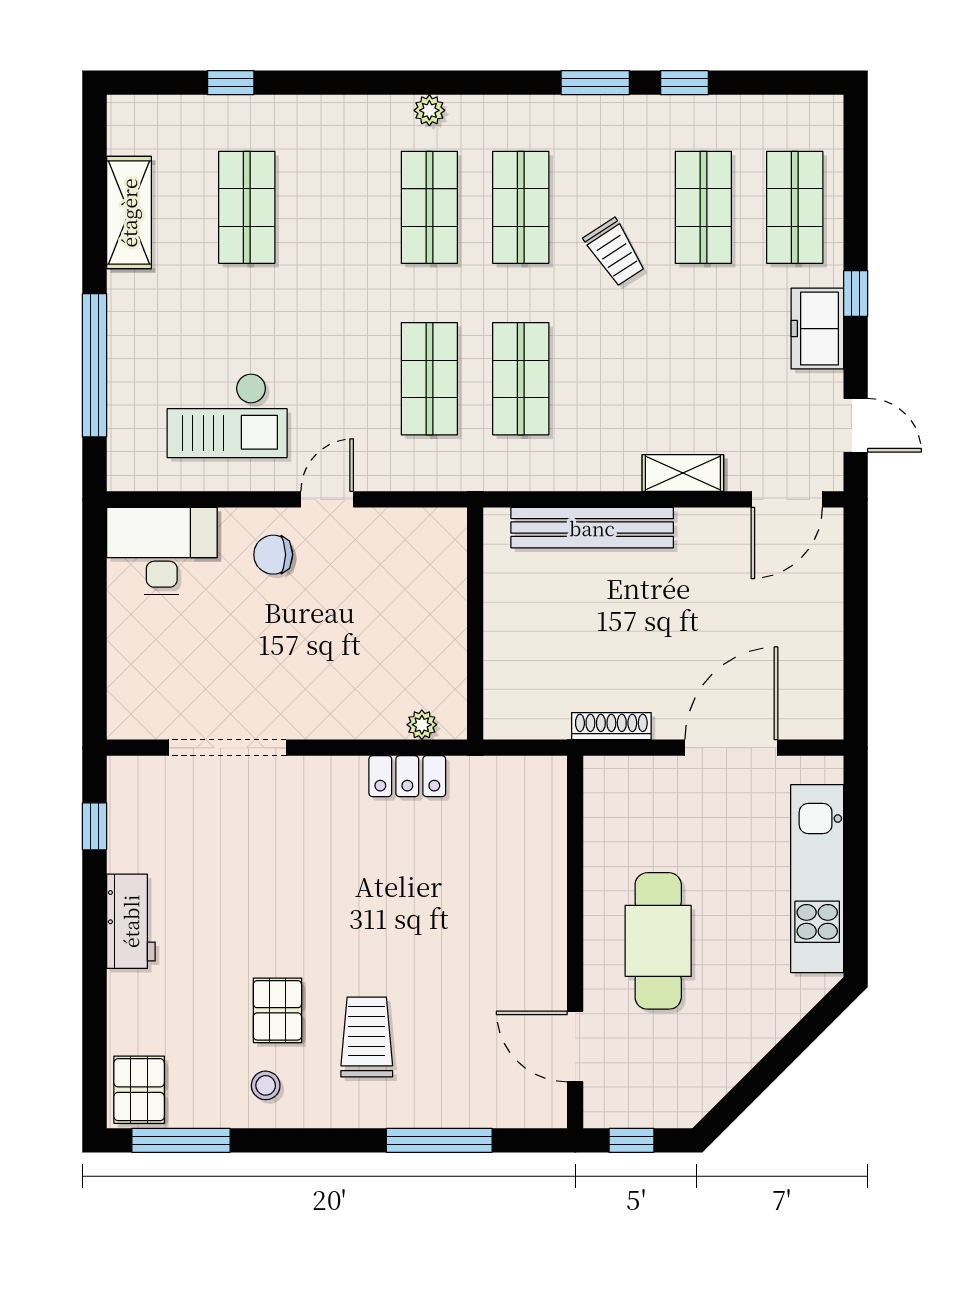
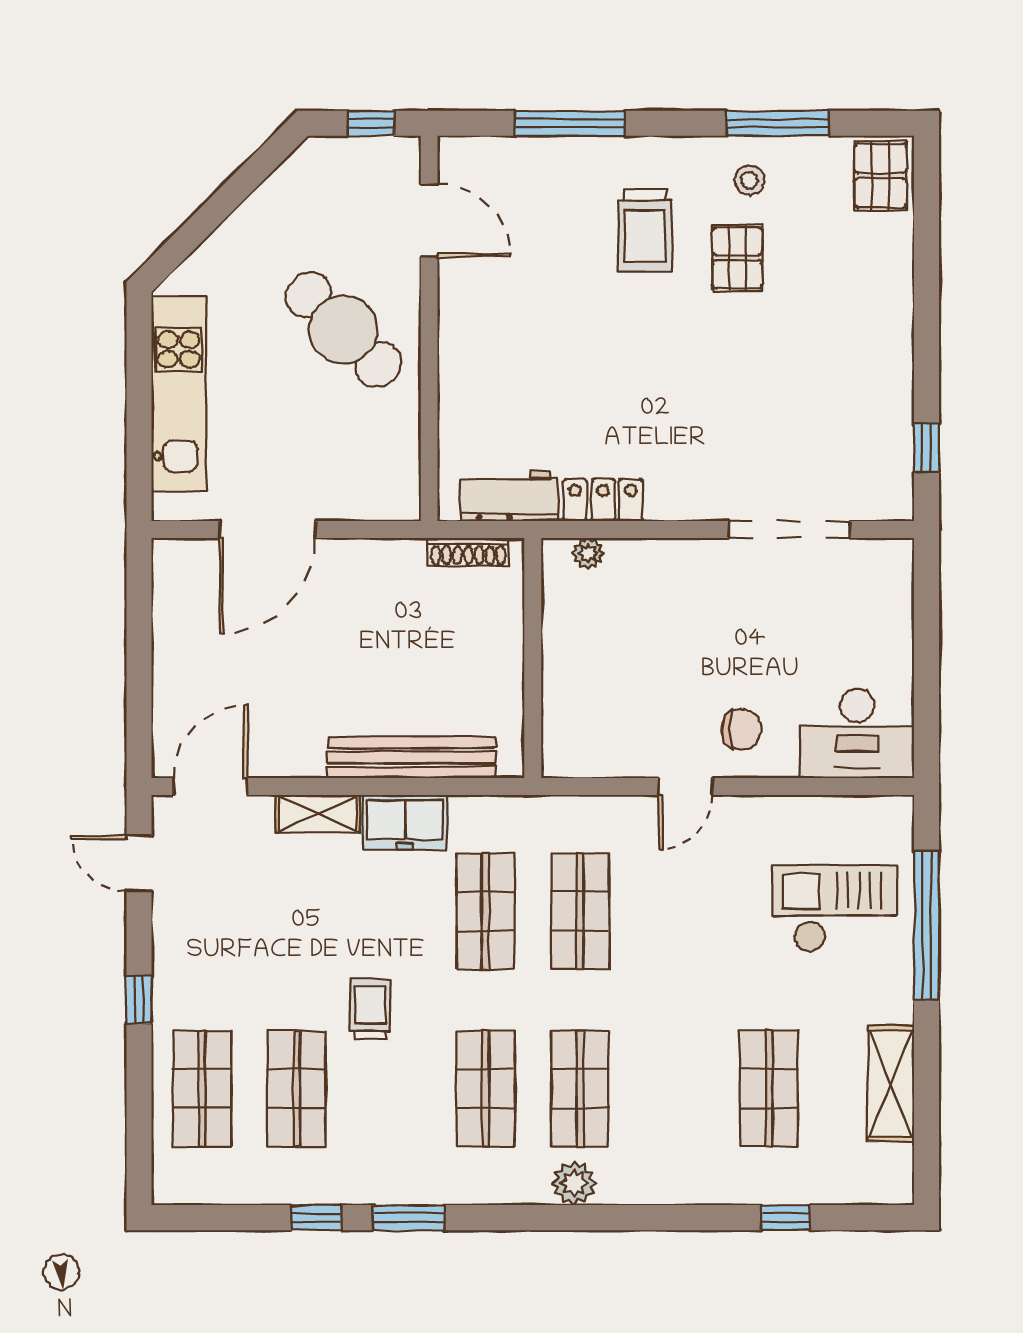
plant: (429, 110) -> (574, 1183), width x1.38, depth x1.38
trolley: (615, 252) -> (370, 1009), moved, turned 33
freezer: (817, 329) -> (405, 822), moved, turned 90
checkout: (227, 415) -> (834, 909), moved
shoe rack: (611, 726) -> (468, 552), moved
workbench: (131, 921) -> (509, 496), moved, turned 90
cafe table: (658, 941) -> (343, 330), turned -45
window: (181, 1140) -> (778, 123), moved

